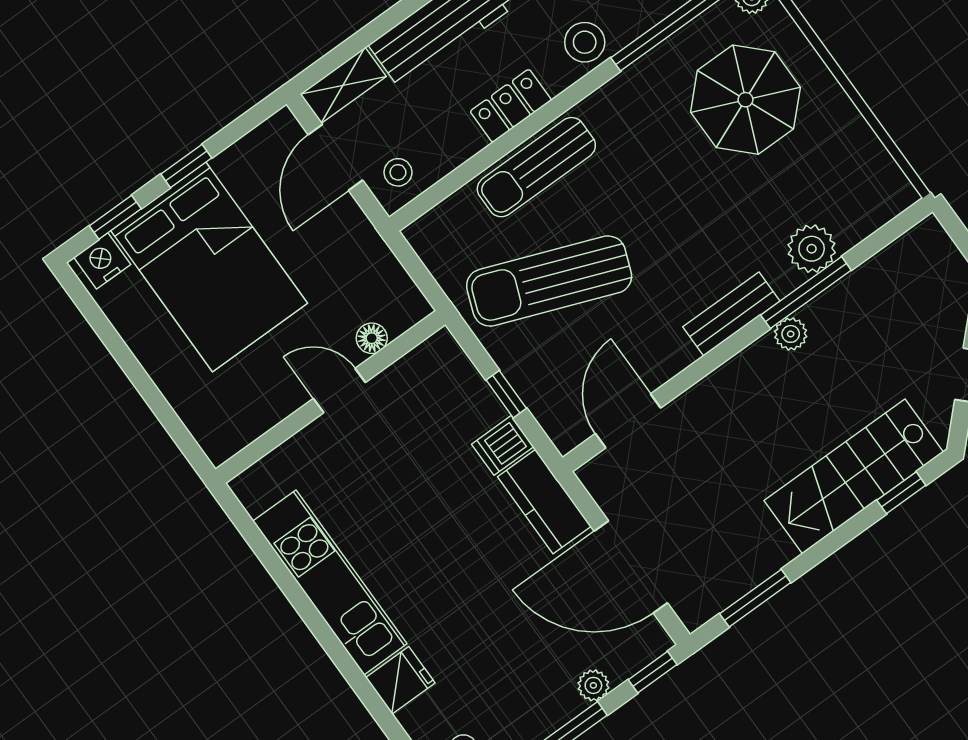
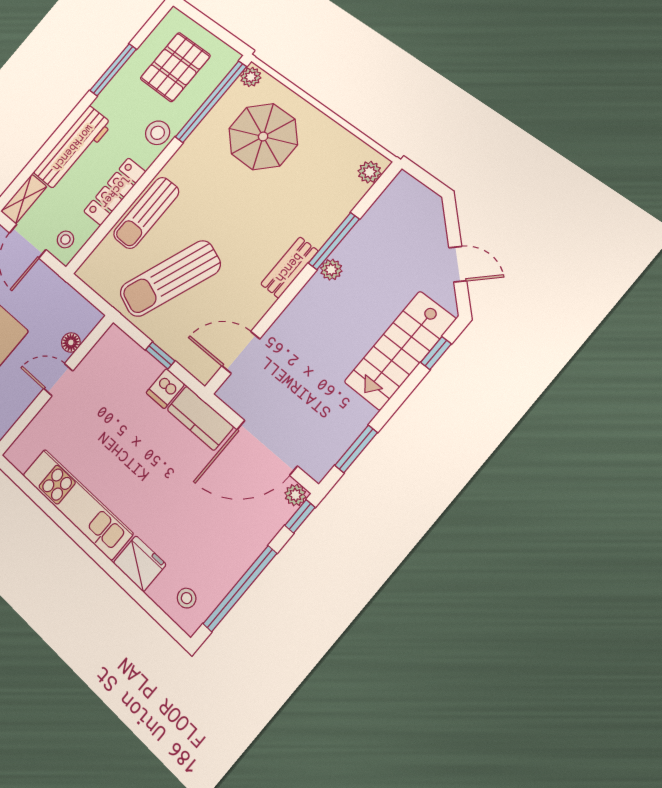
locker: (511, 106) -> (115, 192), width x1.53
plant: (812, 249) -> (369, 172), moved, width x0.73, depth x0.73
door: (628, 421) -> (241, 352), hinge flipped
fridge: (400, 680) -> (140, 564), width x1.38
plant: (593, 685) -> (295, 495), moved

